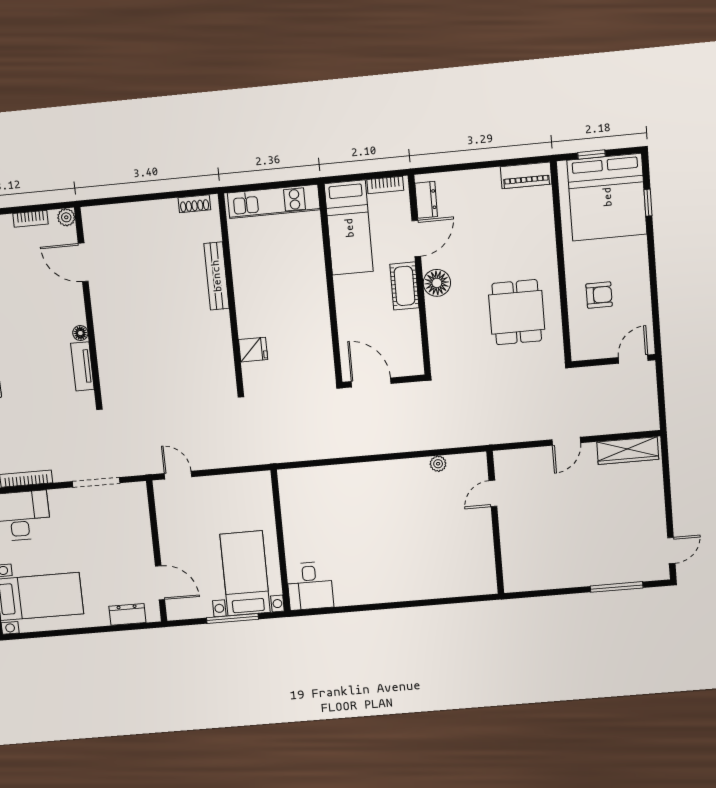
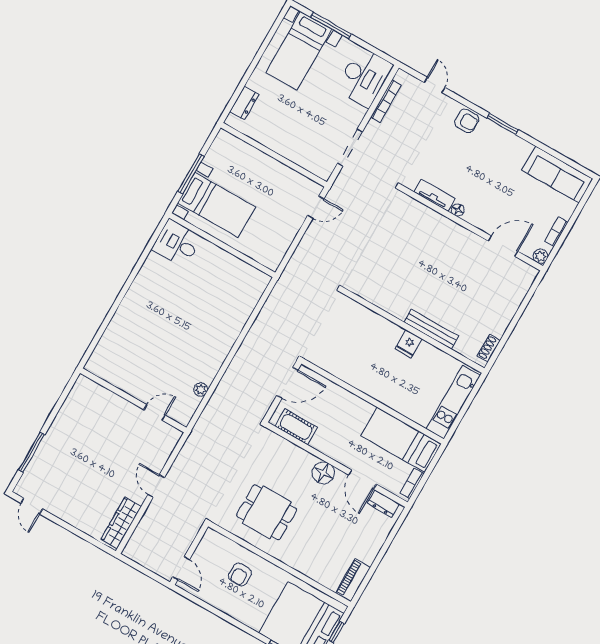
cot: (404, 286) -> (296, 427), moved
fridge: (253, 350) -> (409, 344), moved
door: (493, 493) -> (155, 413), hinge flipped
door: (160, 583) -> (250, 141), removed

